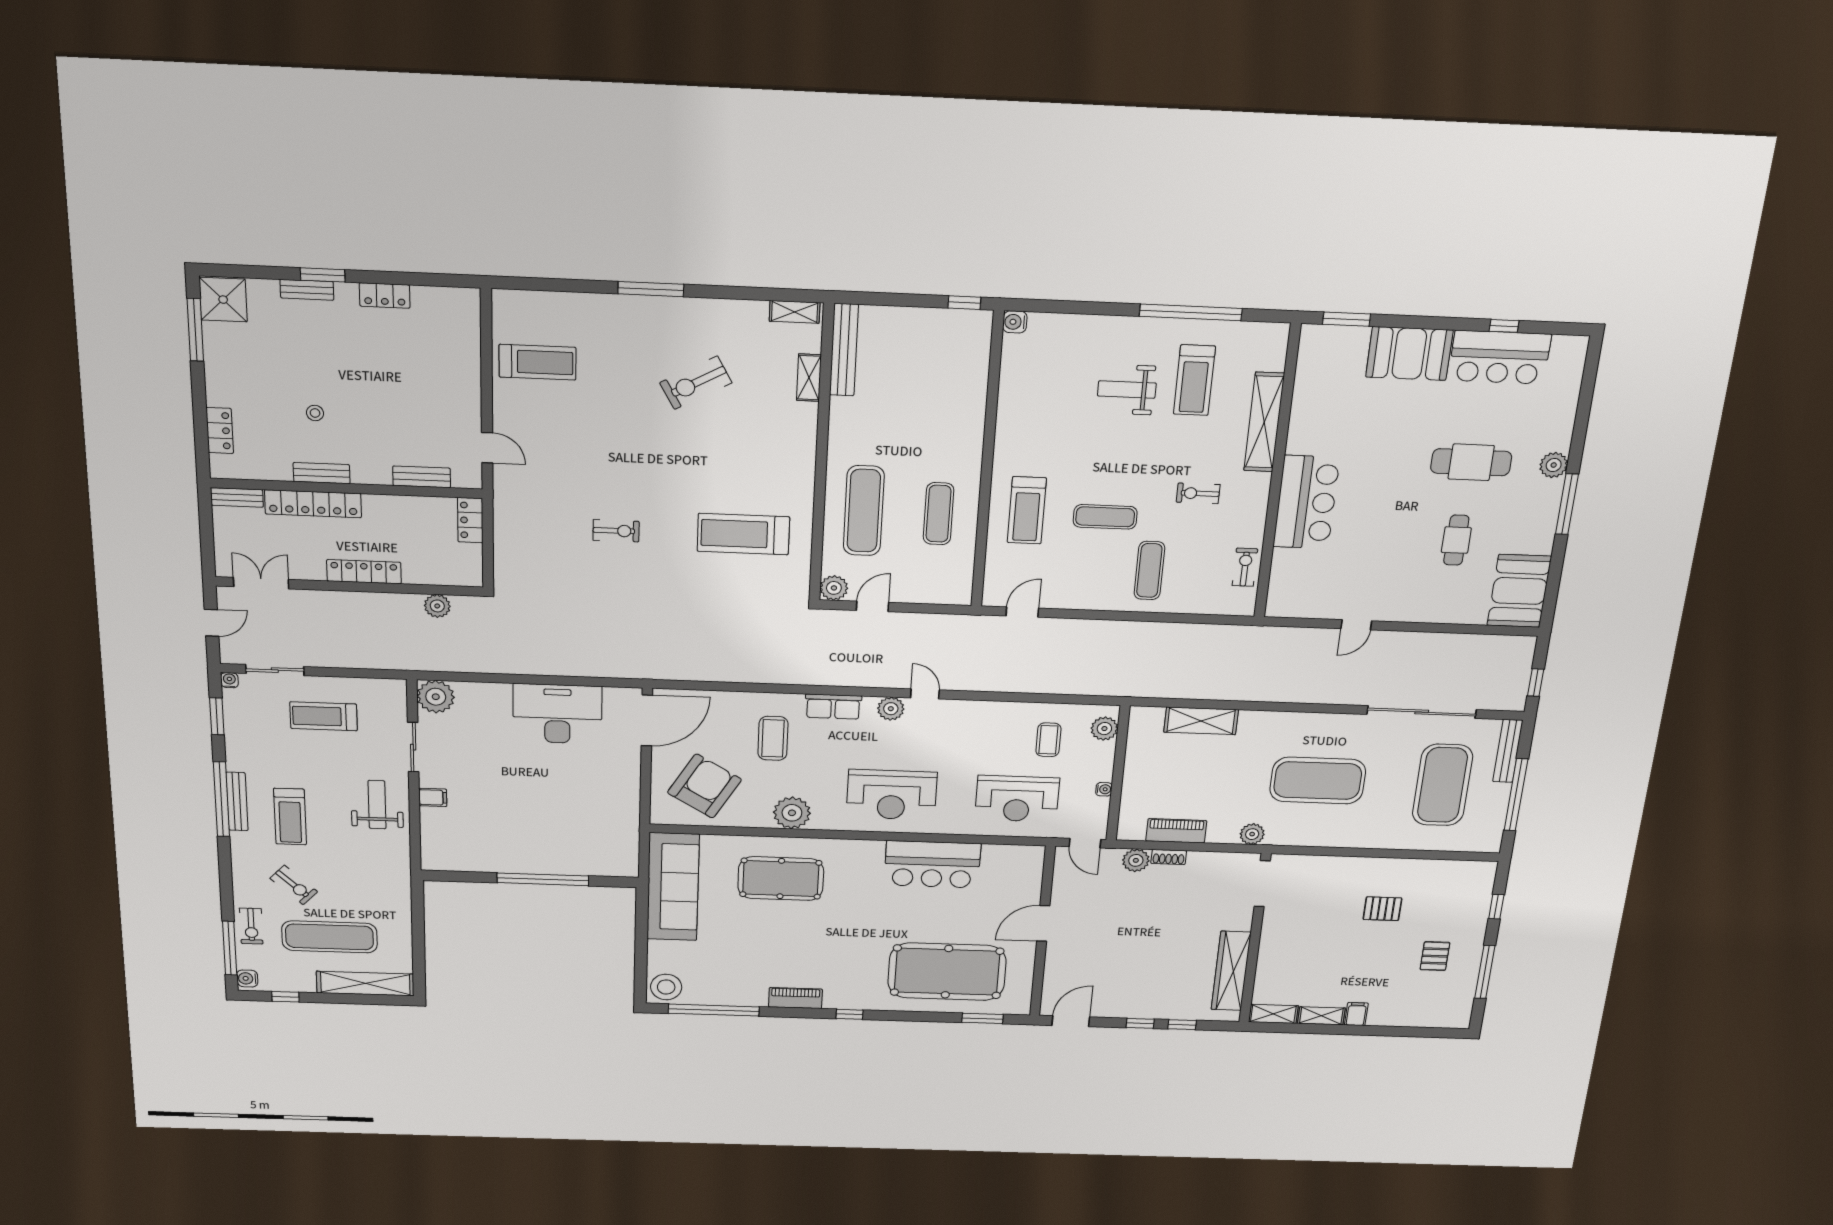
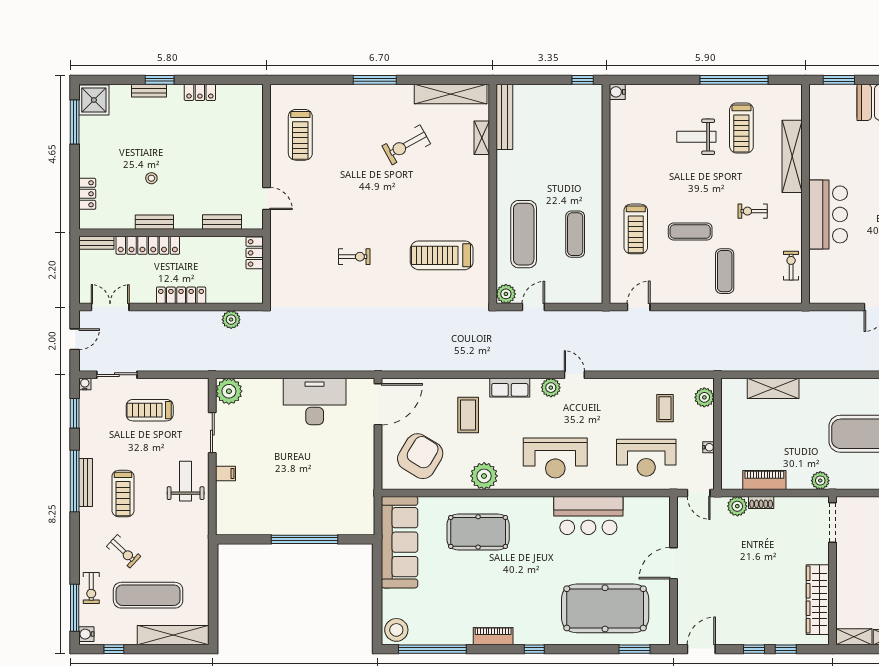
shelving: (795, 312) -> (451, 94), width x2.20, depth x1.33
treadmill: (537, 362) -> (300, 135), turned 90

